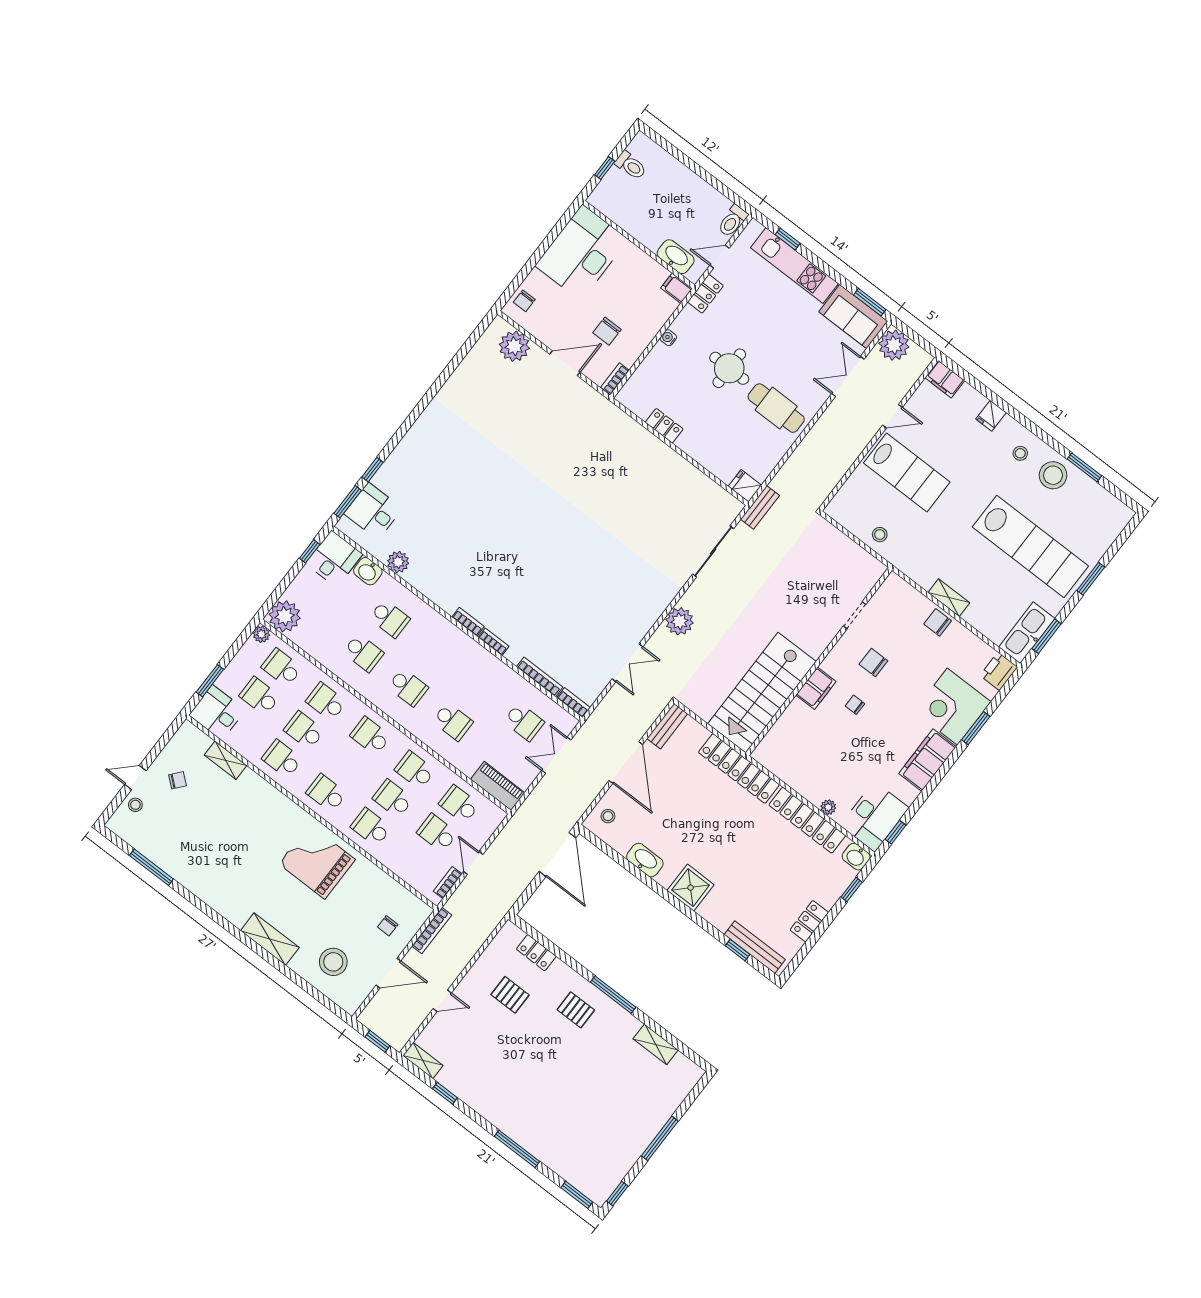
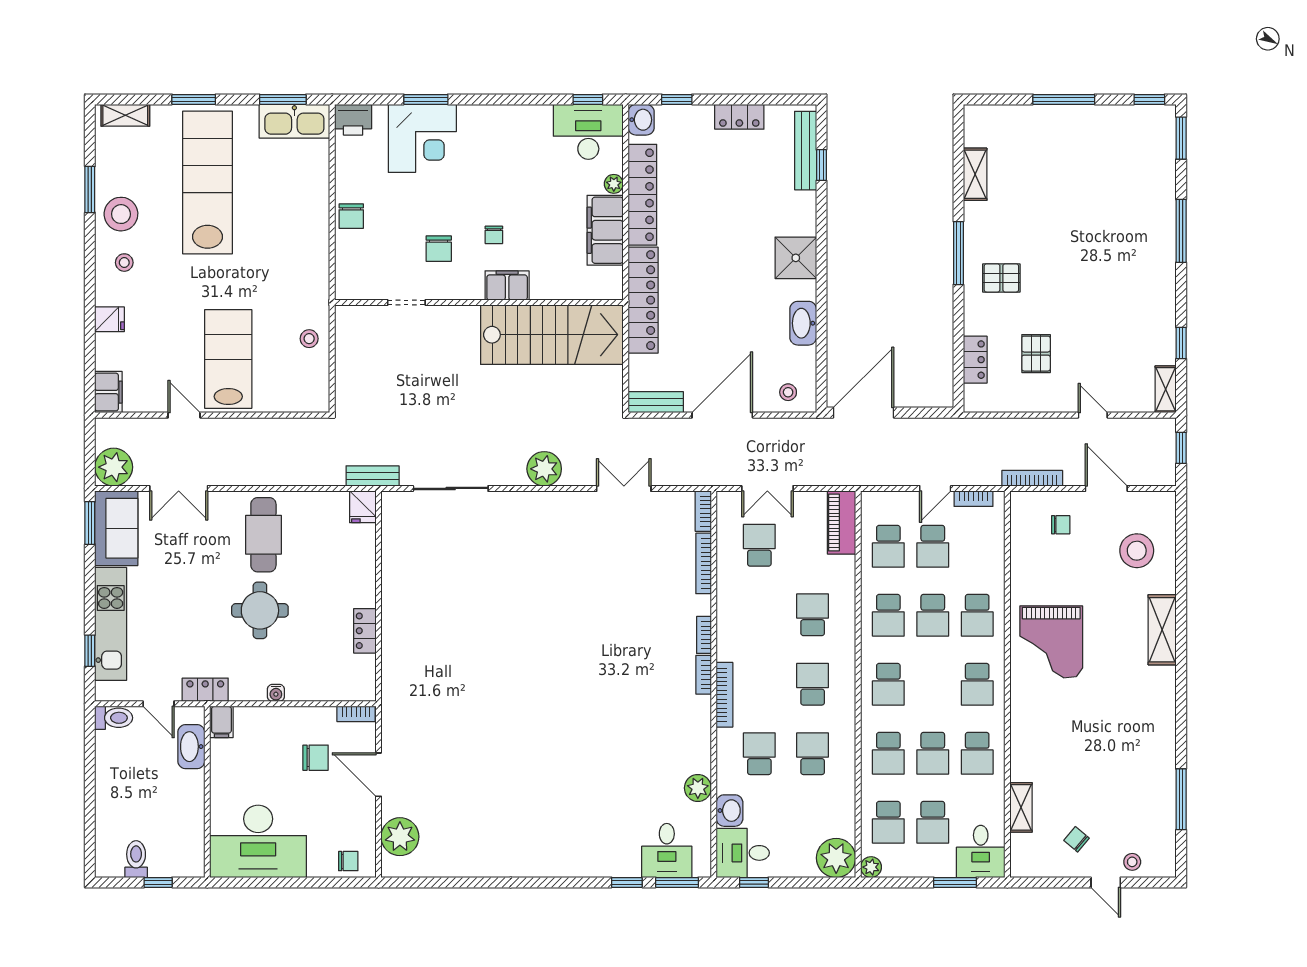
shelving: (949, 598) -> (125, 115), moved, turned 90
bookcase: (445, 625) -> (724, 695), added
filing cabinet: (927, 760) -> (605, 230), moved, turned 90
pallet: (576, 1010) -> (1001, 278), turned 90

